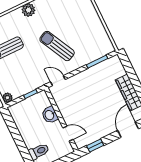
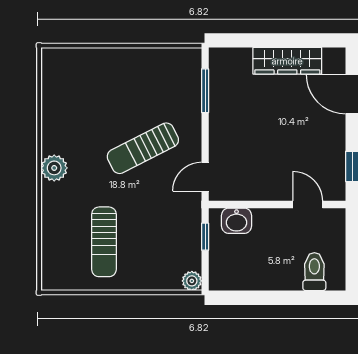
washbasin: (50, 115) -> (237, 221), moved
door: (68, 134) -> (308, 204), hinge flipped

